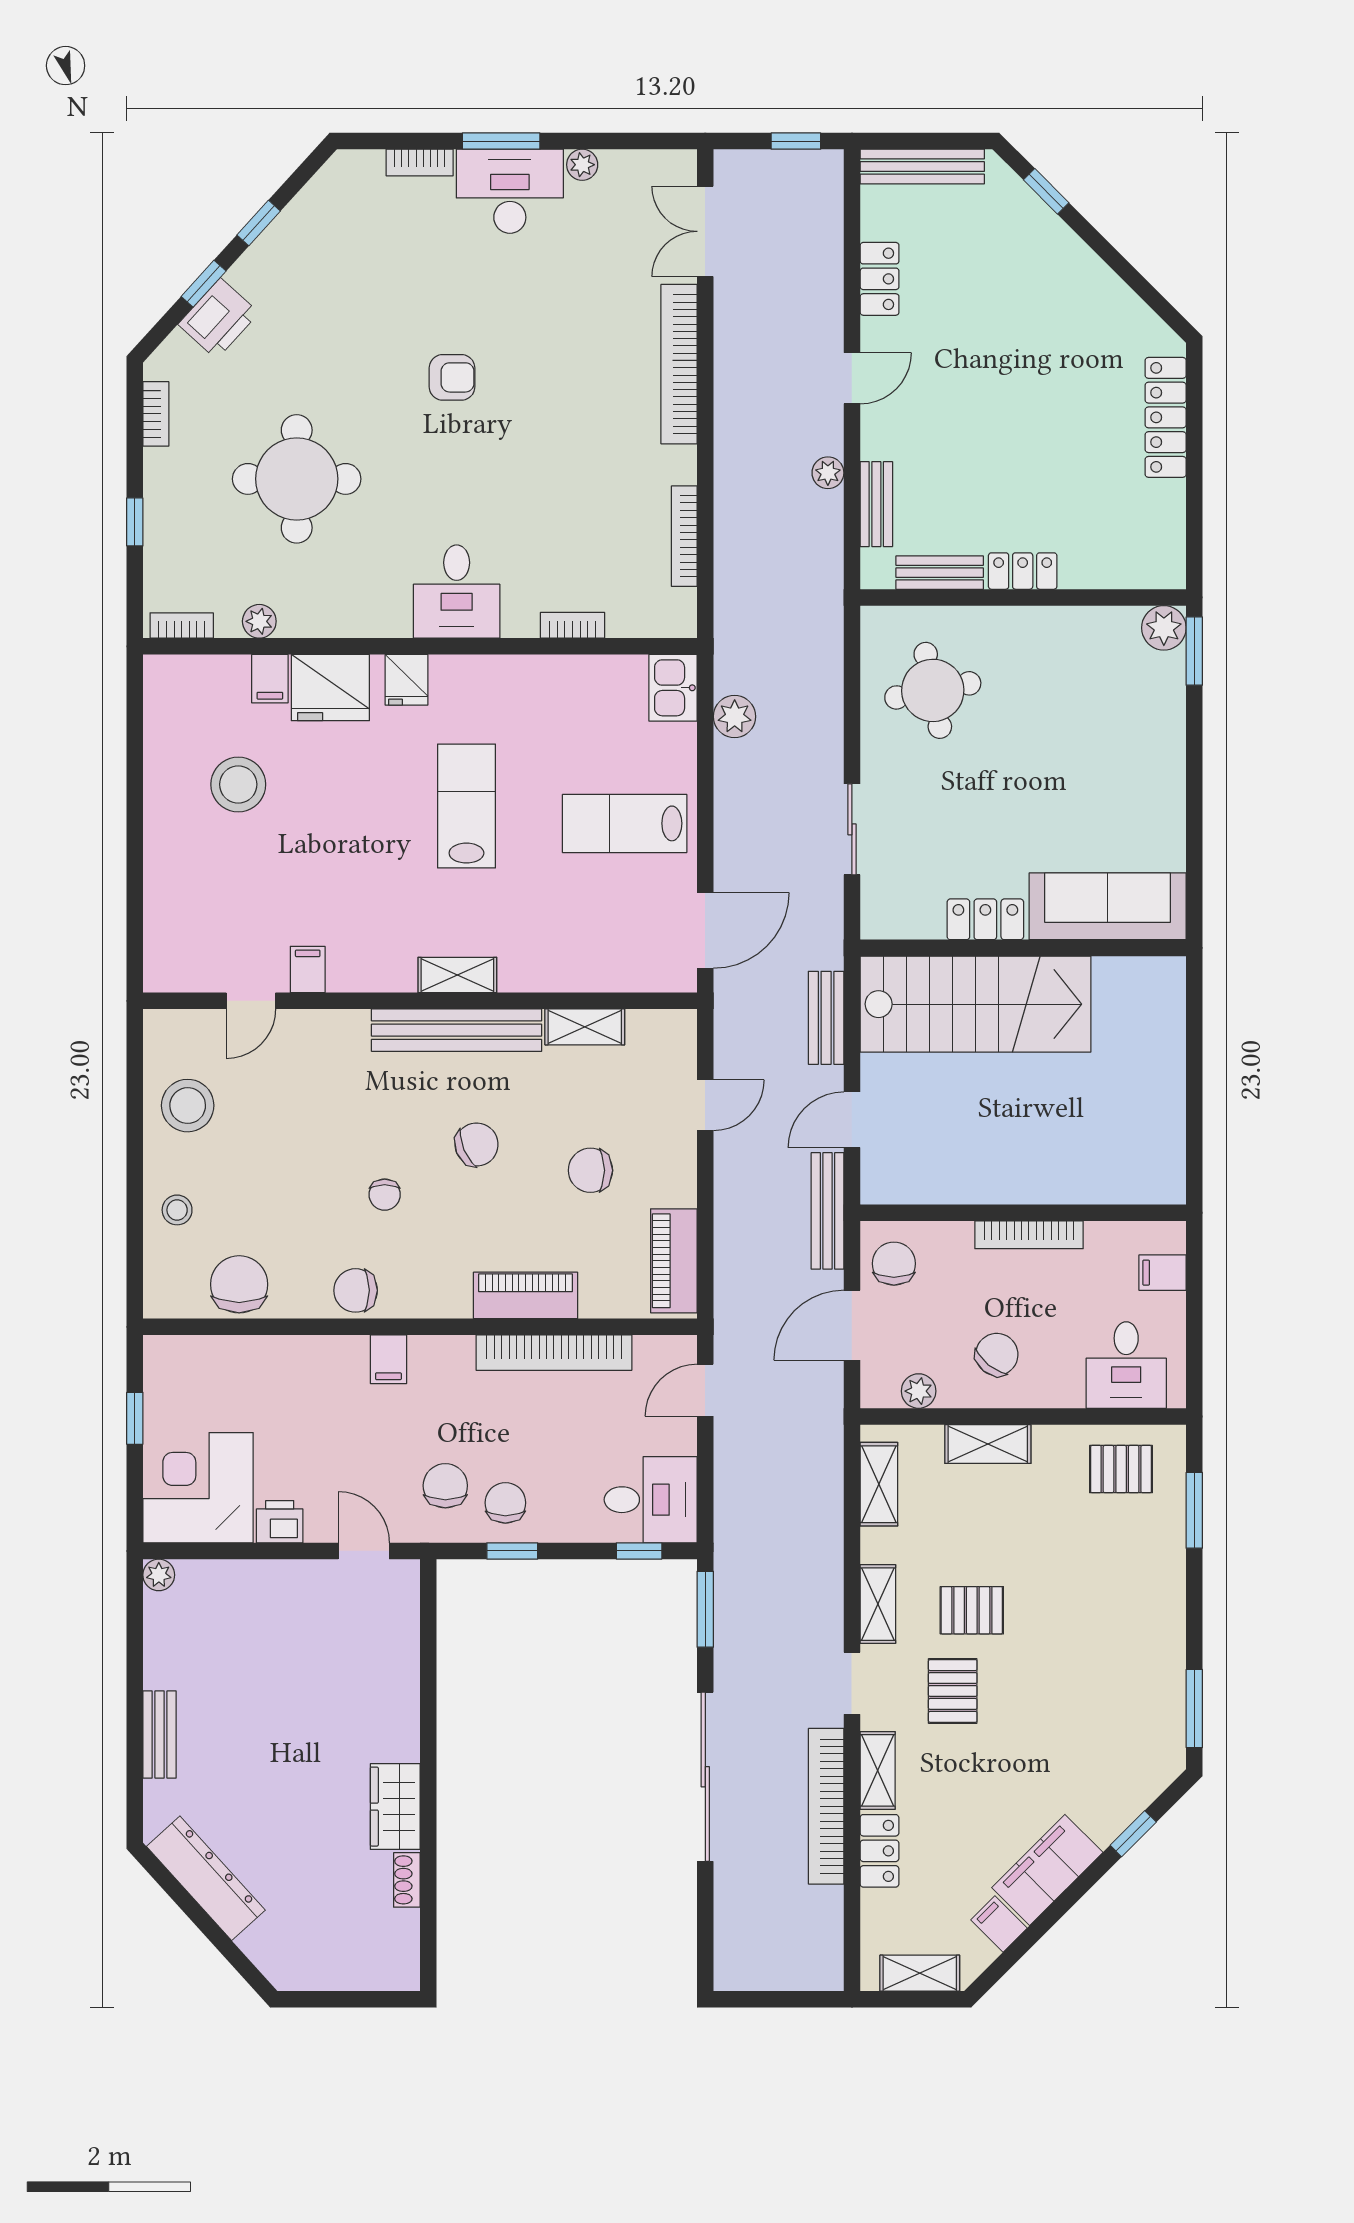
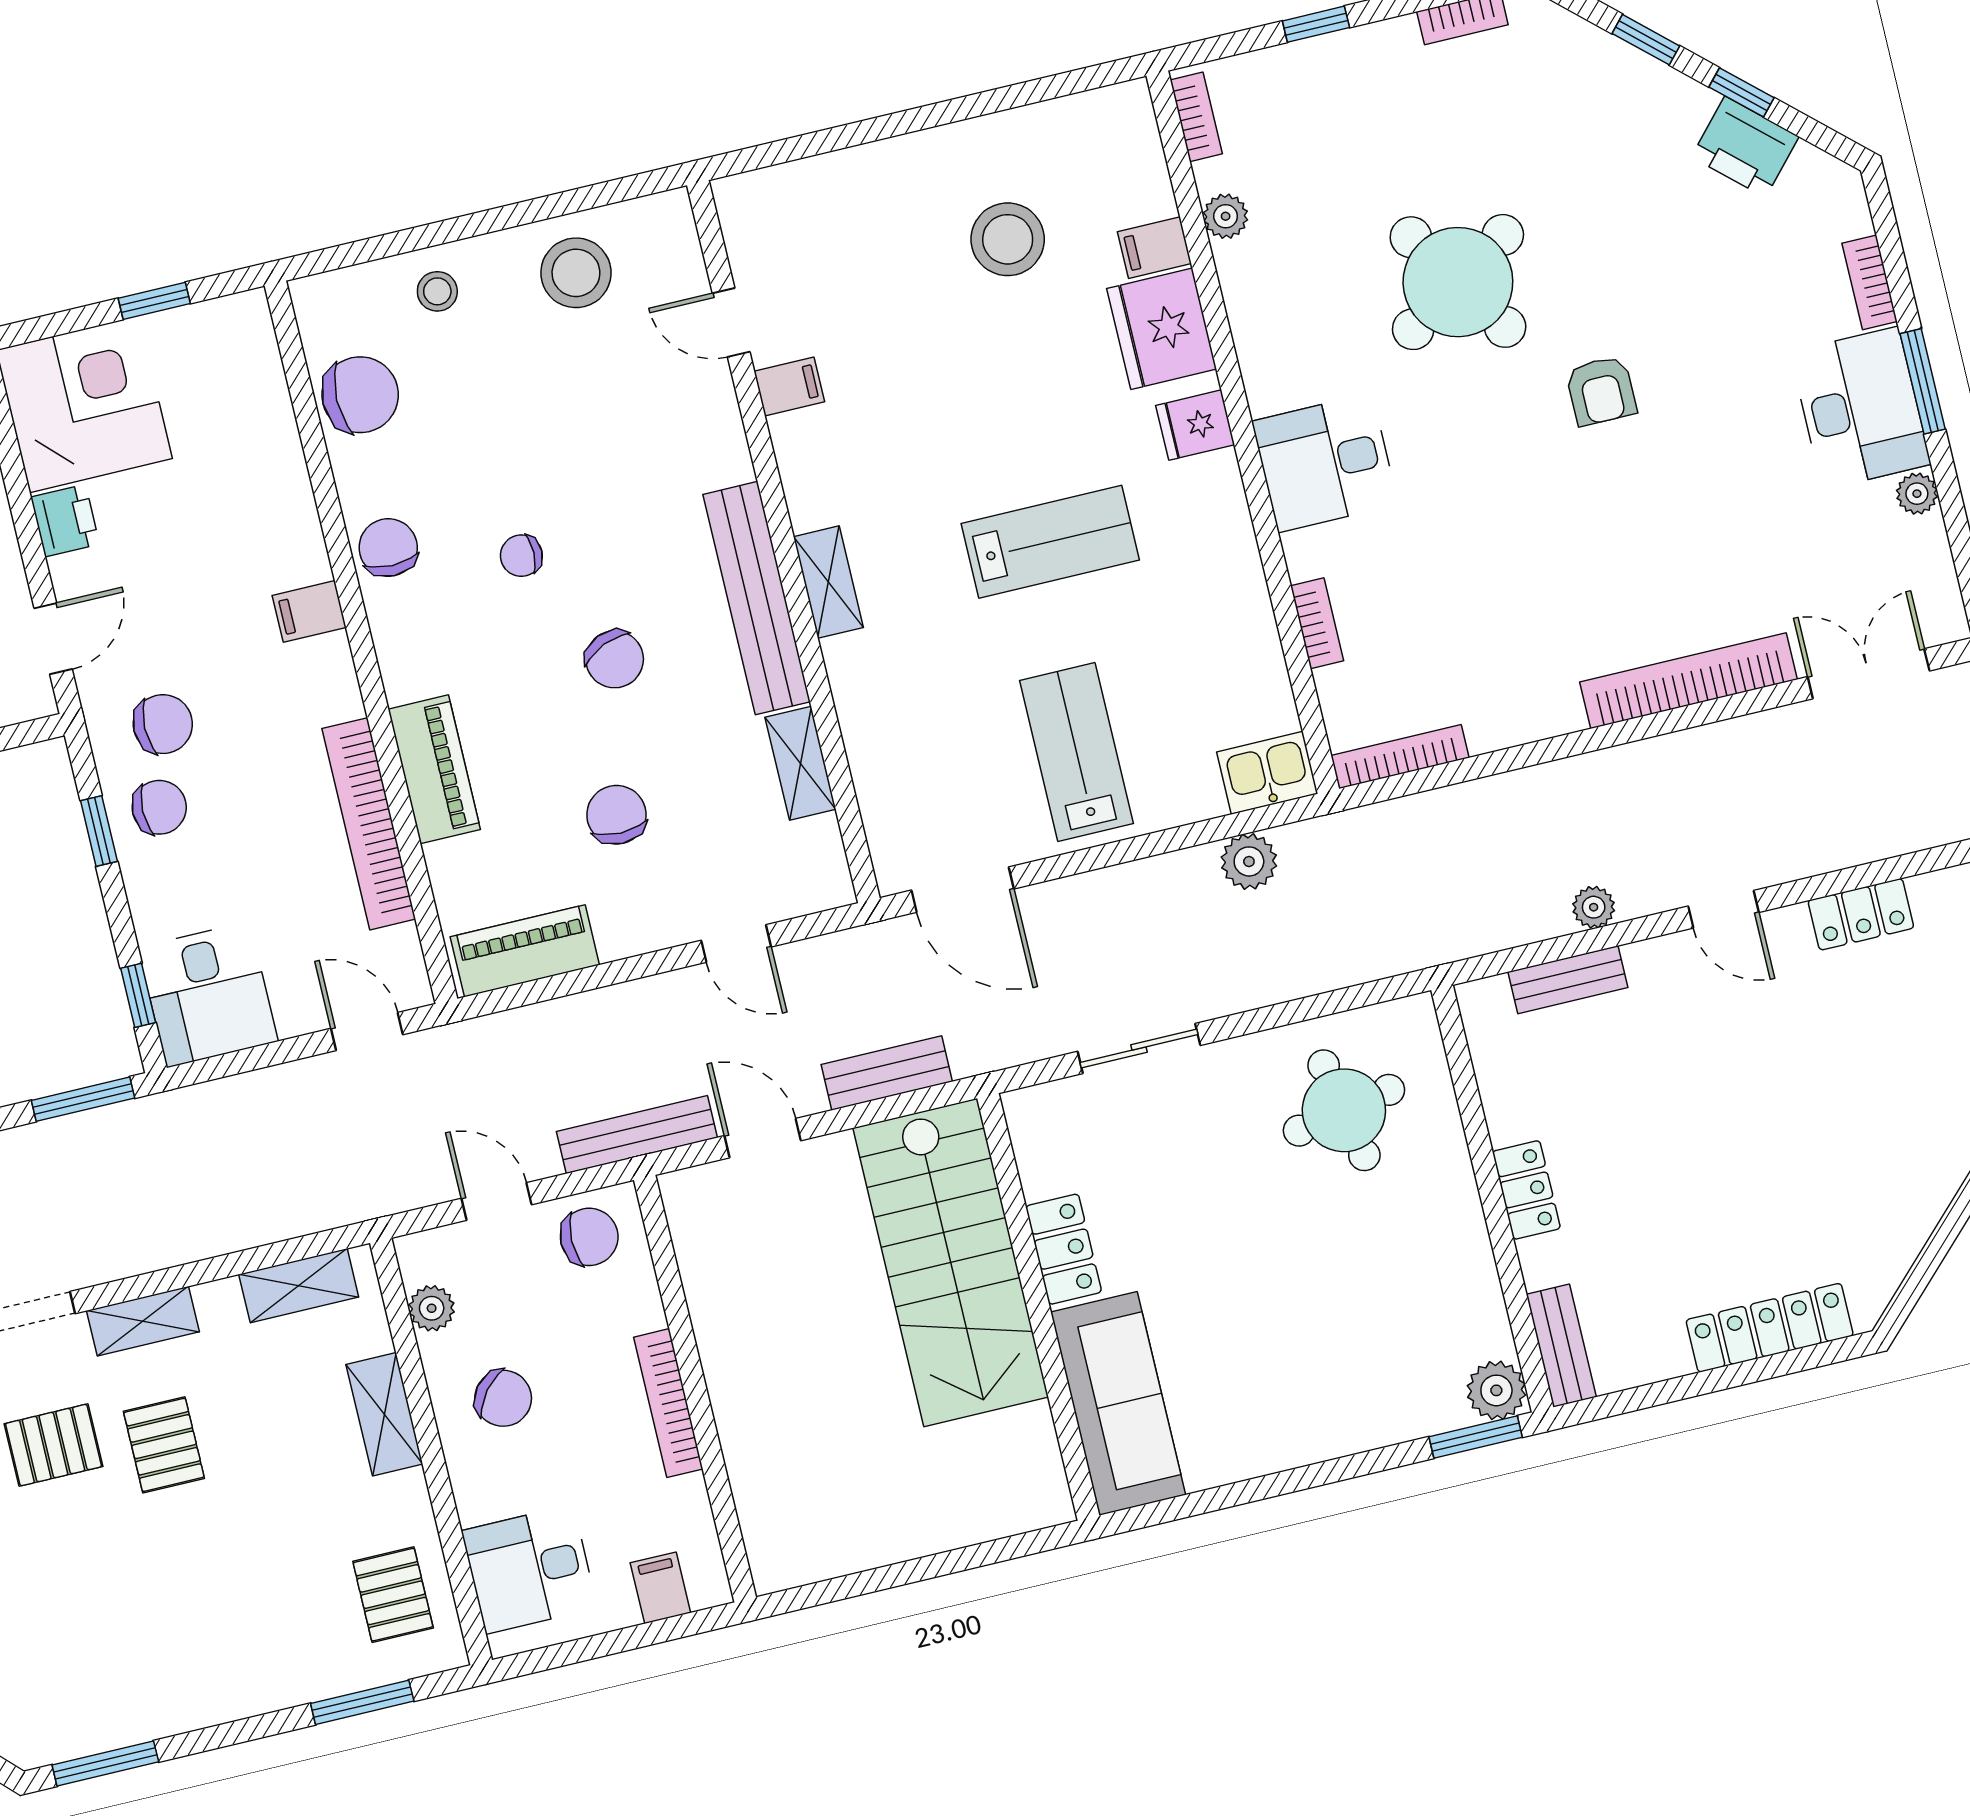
printer: (218, 319) -> (1745, 147), moved
round table: (297, 479) -> (1458, 282), moved, turned -33
bookcase: (684, 536) -> (1400, 757), moved
bench: (940, 573) -> (1561, 1346), moved
door: (852, 1325) -> (496, 1202), width x0.73

